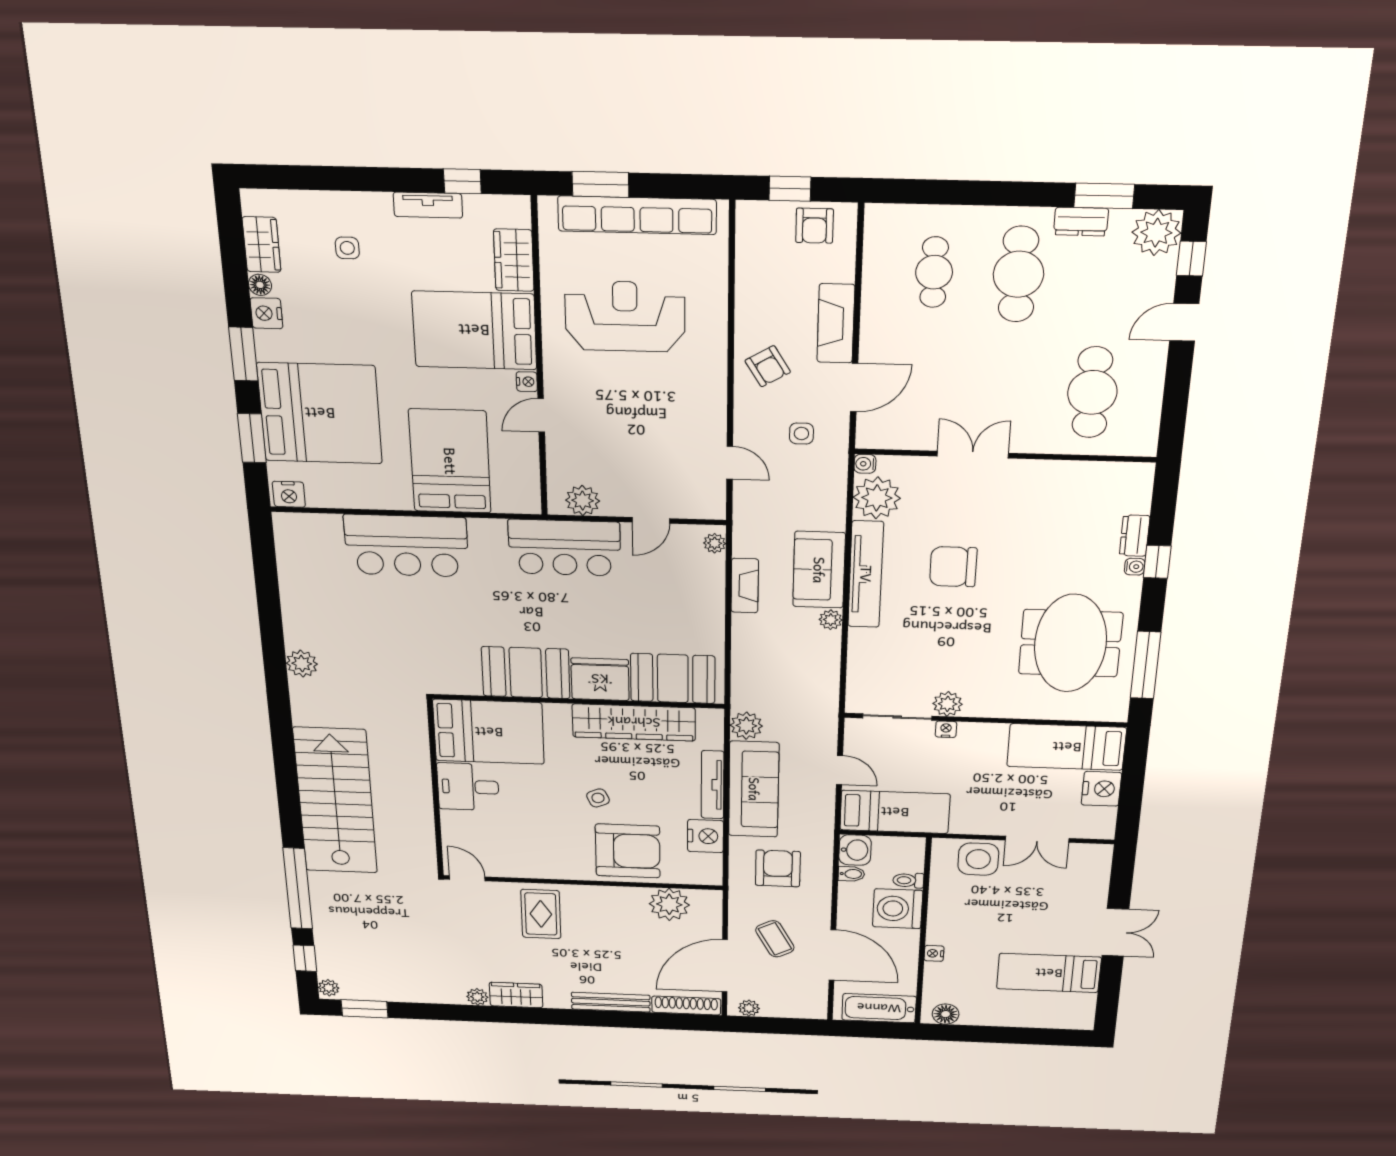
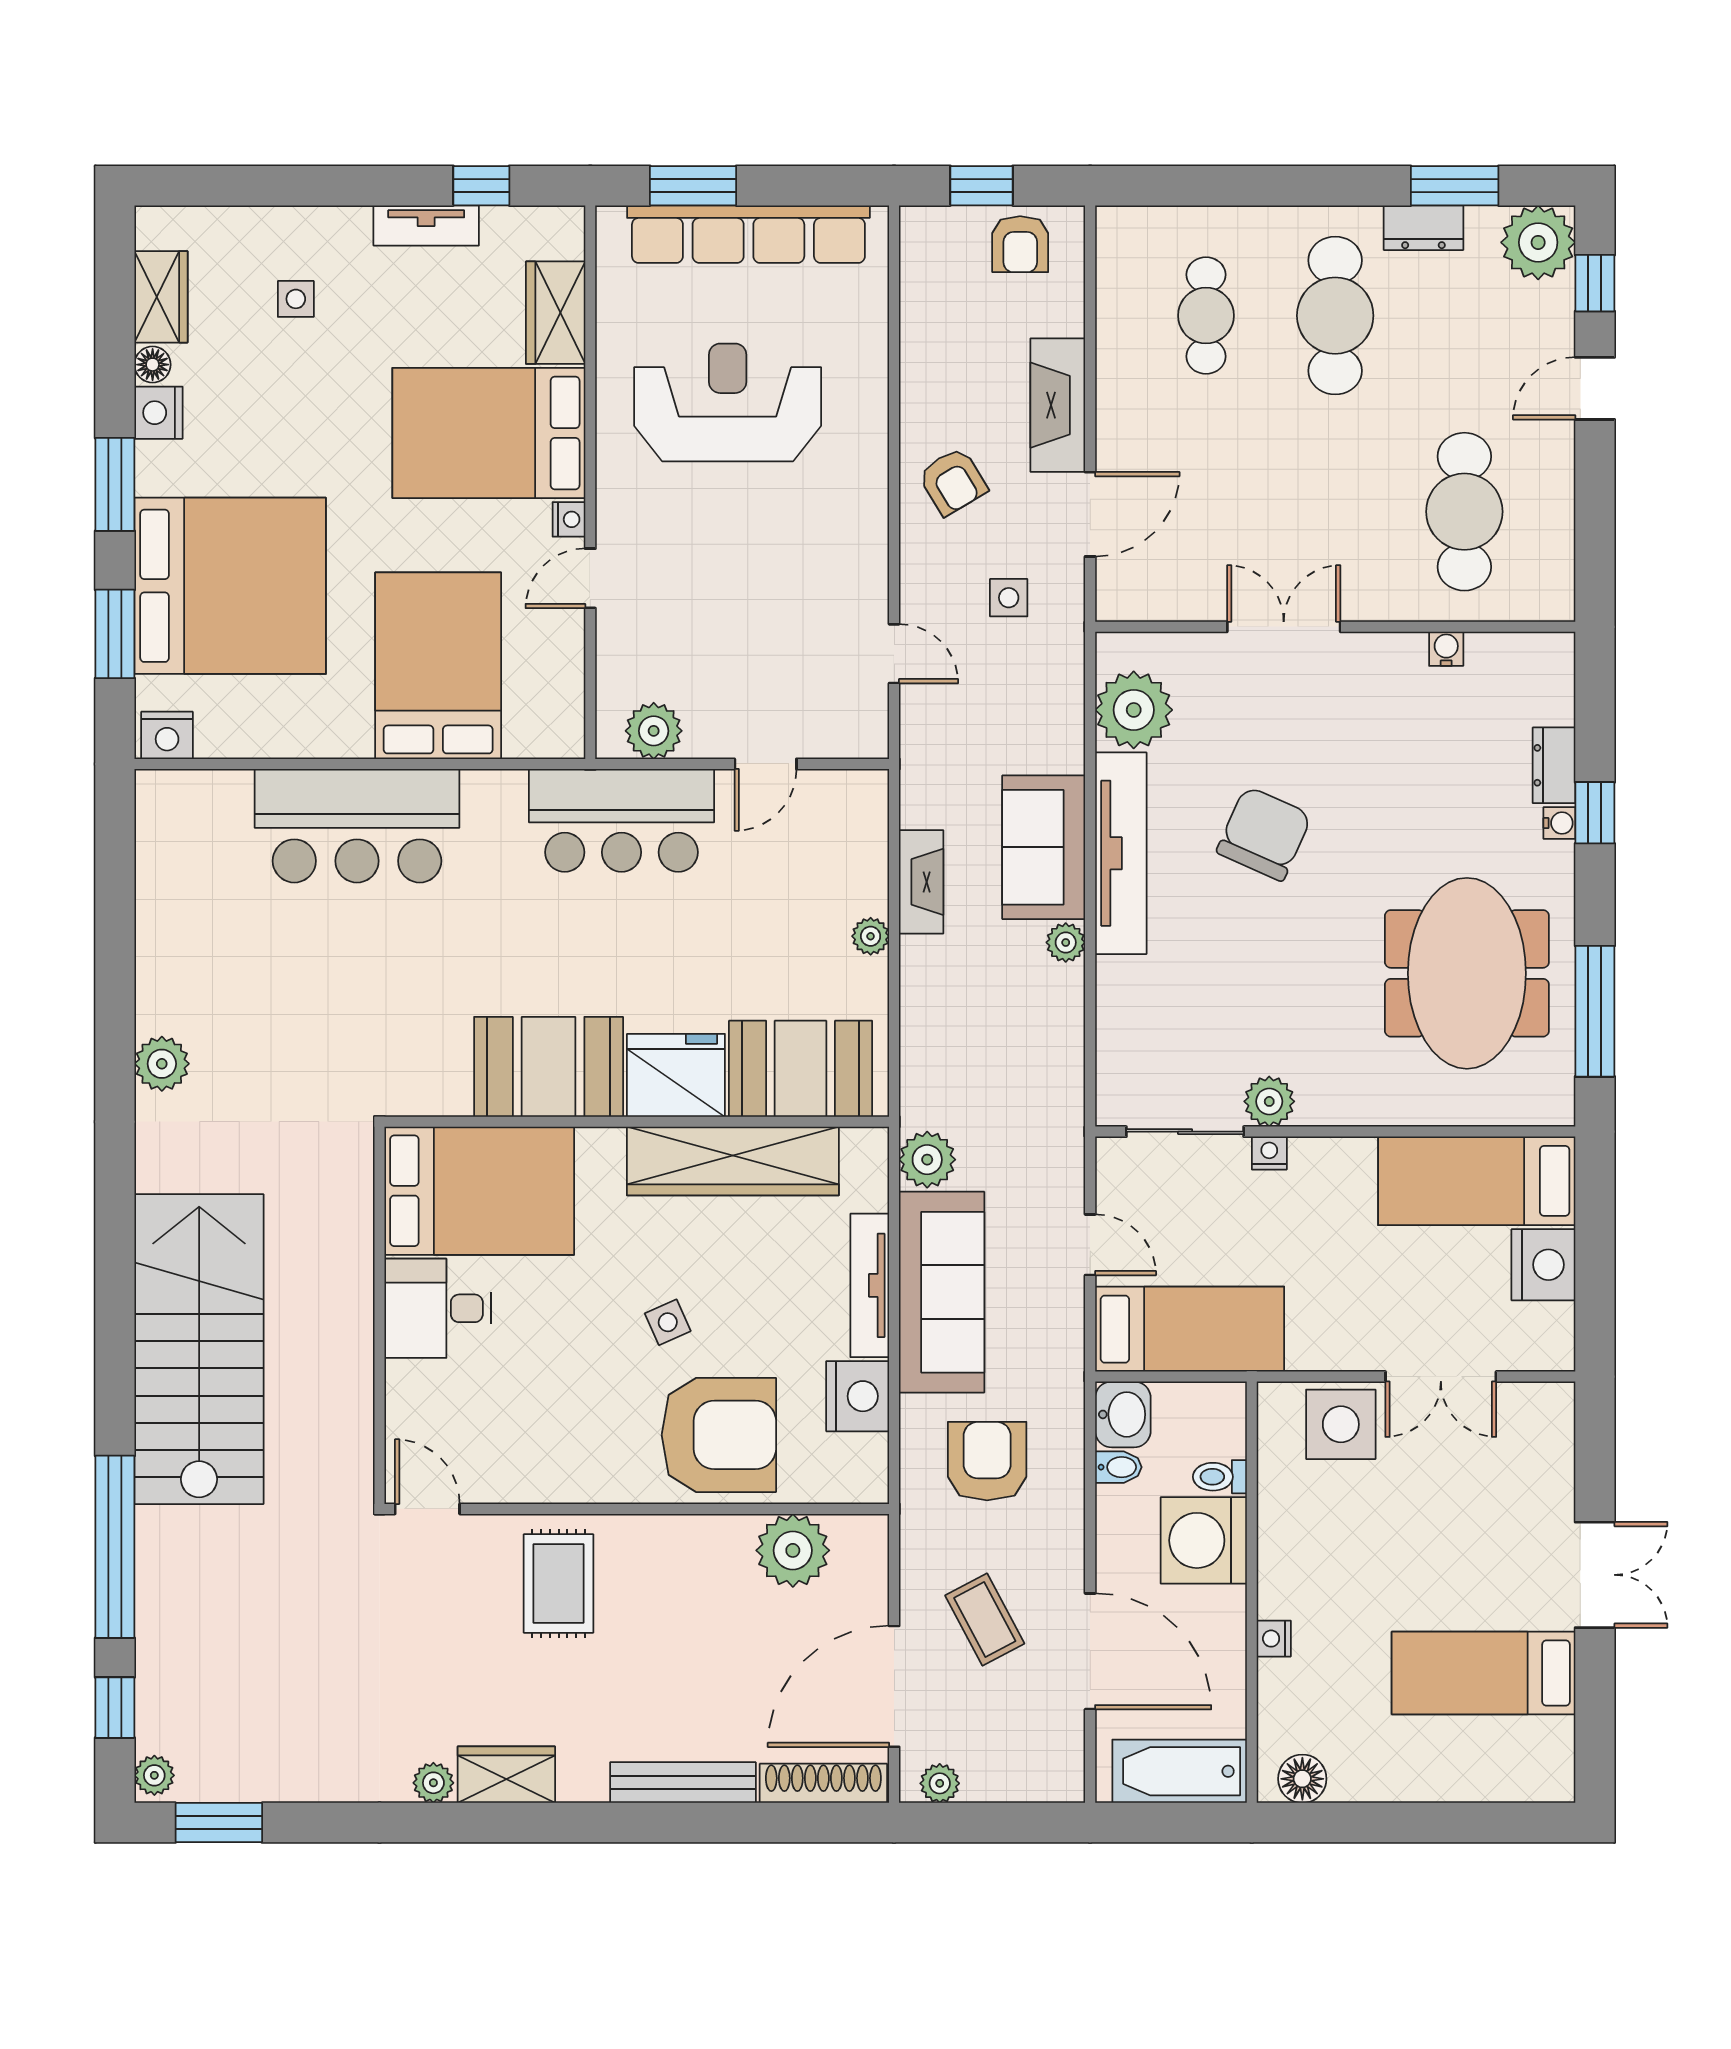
water cooler: (865, 464) -> (1446, 649), moved, turned 90
plant: (715, 543) -> (871, 936), moved
chair: (953, 567) -> (1264, 834), turned 114

